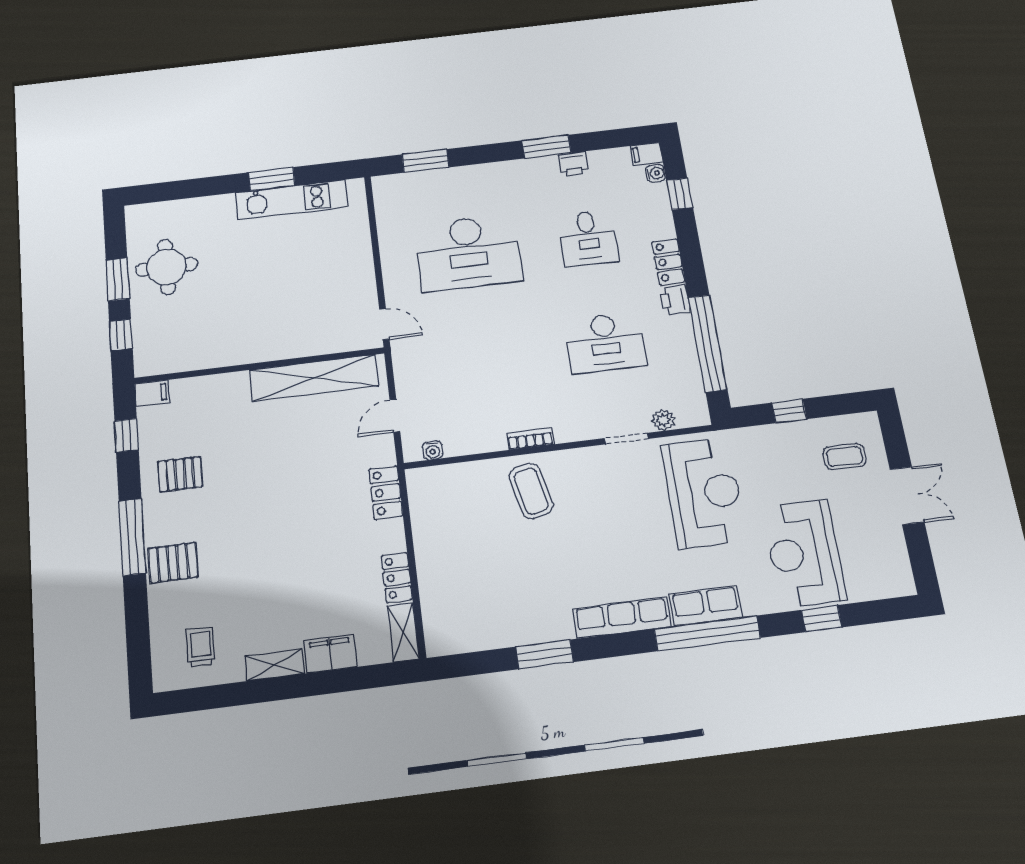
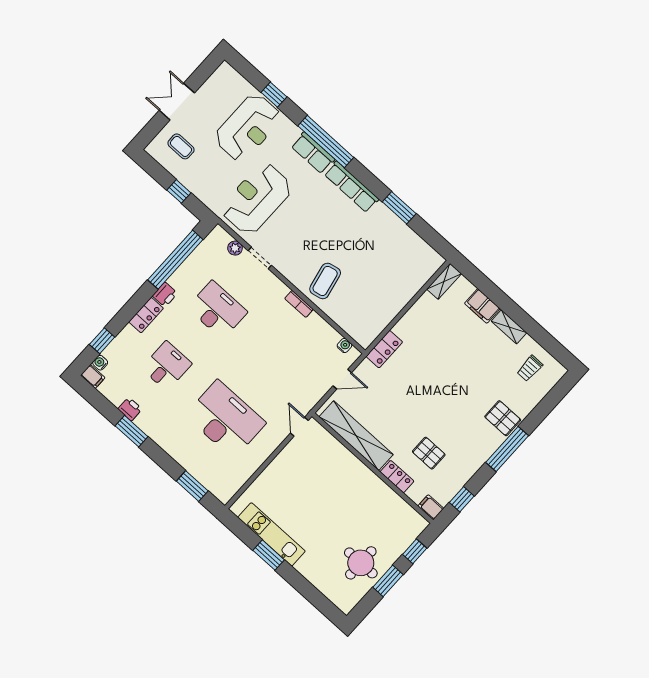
pallet: (180, 474) -> (429, 453), moved
locker: (397, 578) -> (397, 477), moved, turned -90

